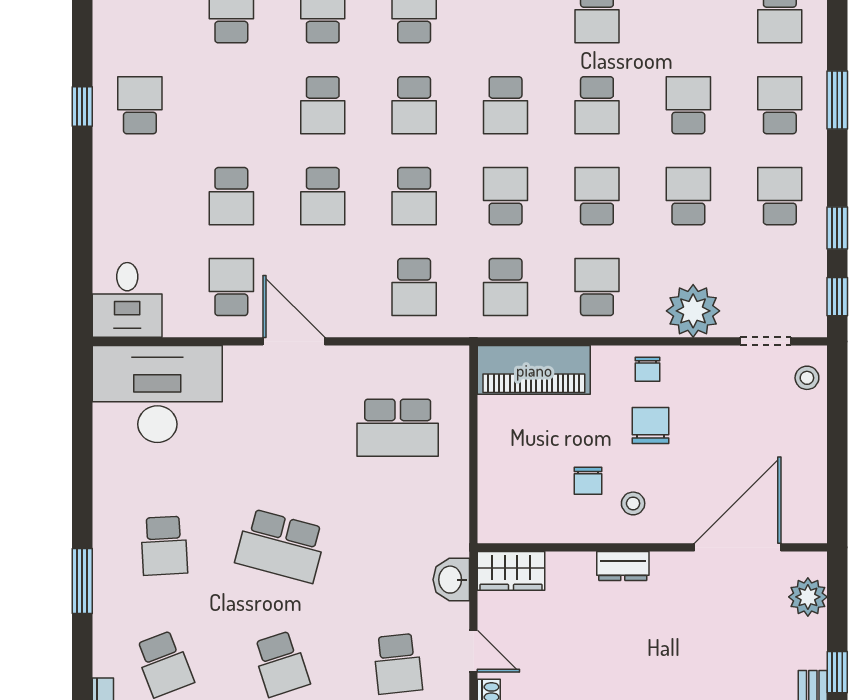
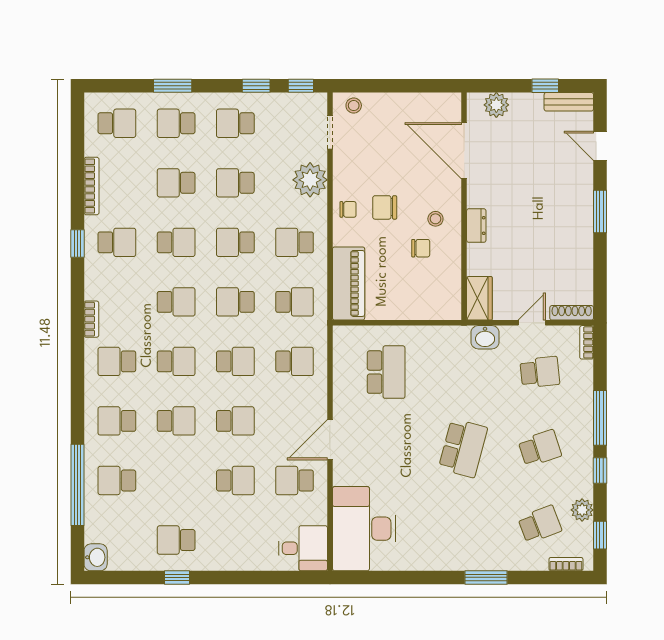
school desk: (164, 546) -> (463, 524), removed

